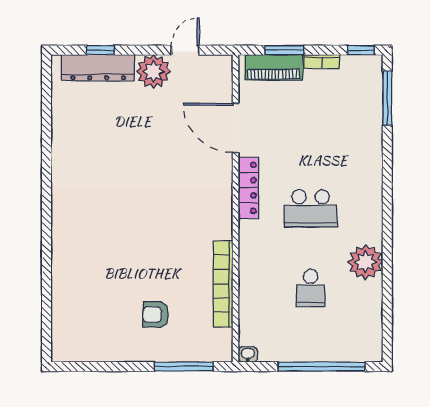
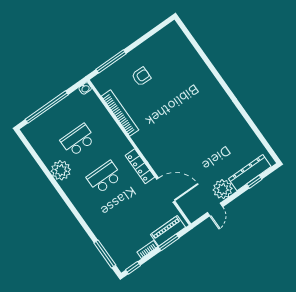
school desk: (311, 288) -> (78, 140), width x1.85

